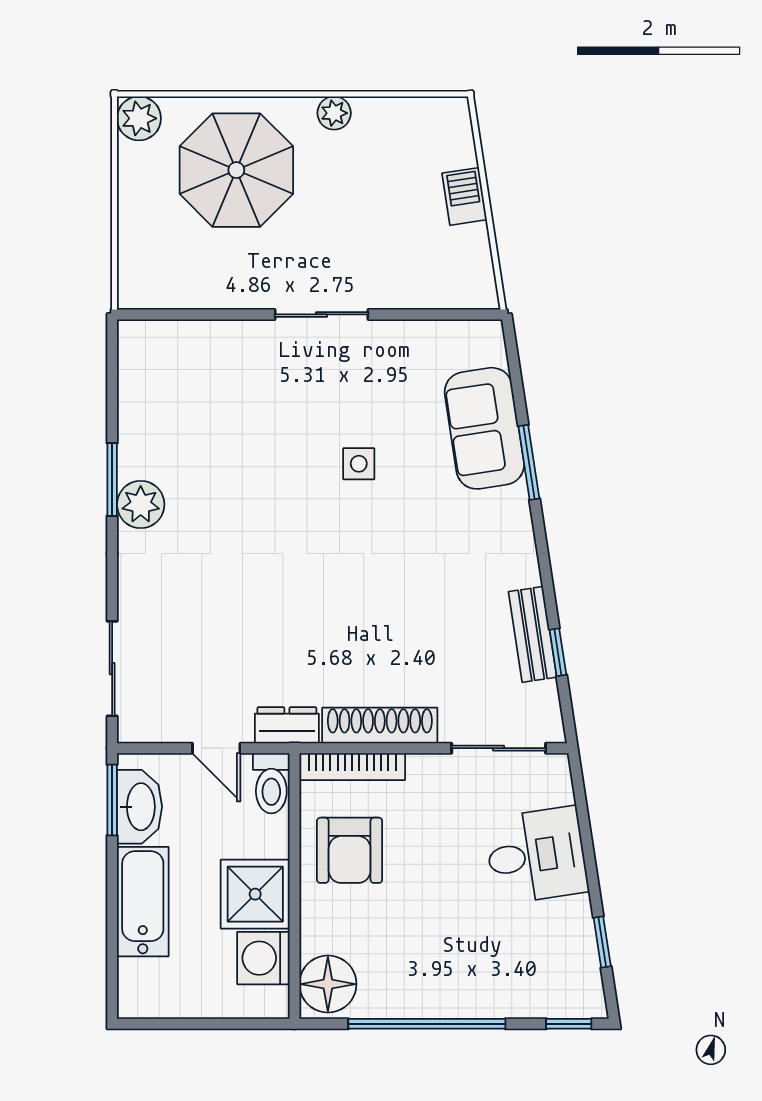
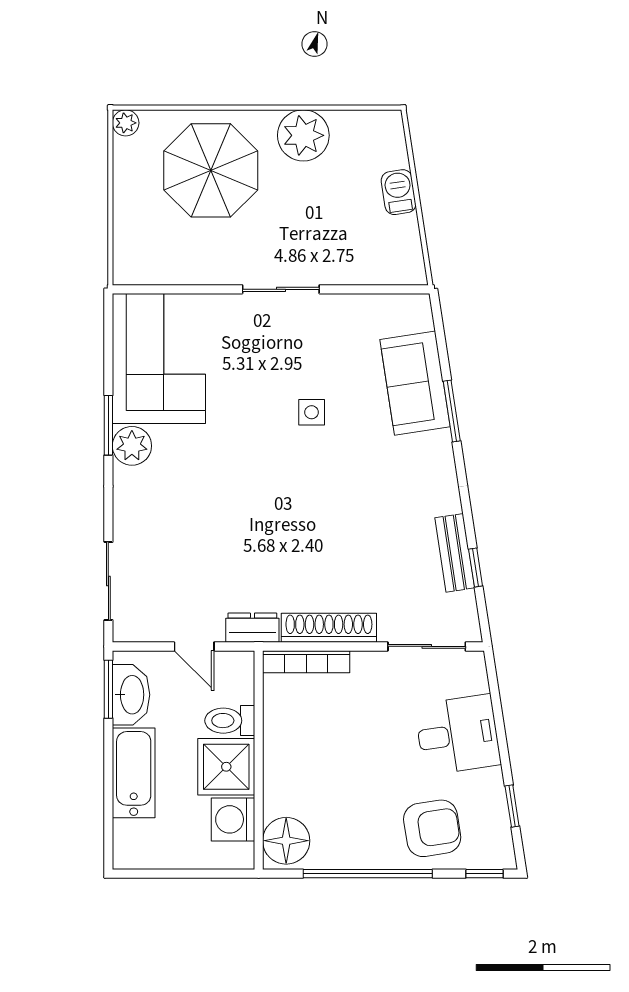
plant: (334, 113) -> (303, 135), width x1.87, depth x1.87
plant: (139, 118) -> (126, 123), width x0.73, depth x0.73
corner sofa: (173, 398) -> (159, 358), added
toilet: (271, 783) -> (230, 721), moved, turned 90
armchair: (350, 850) -> (432, 828), moved, turned -99

